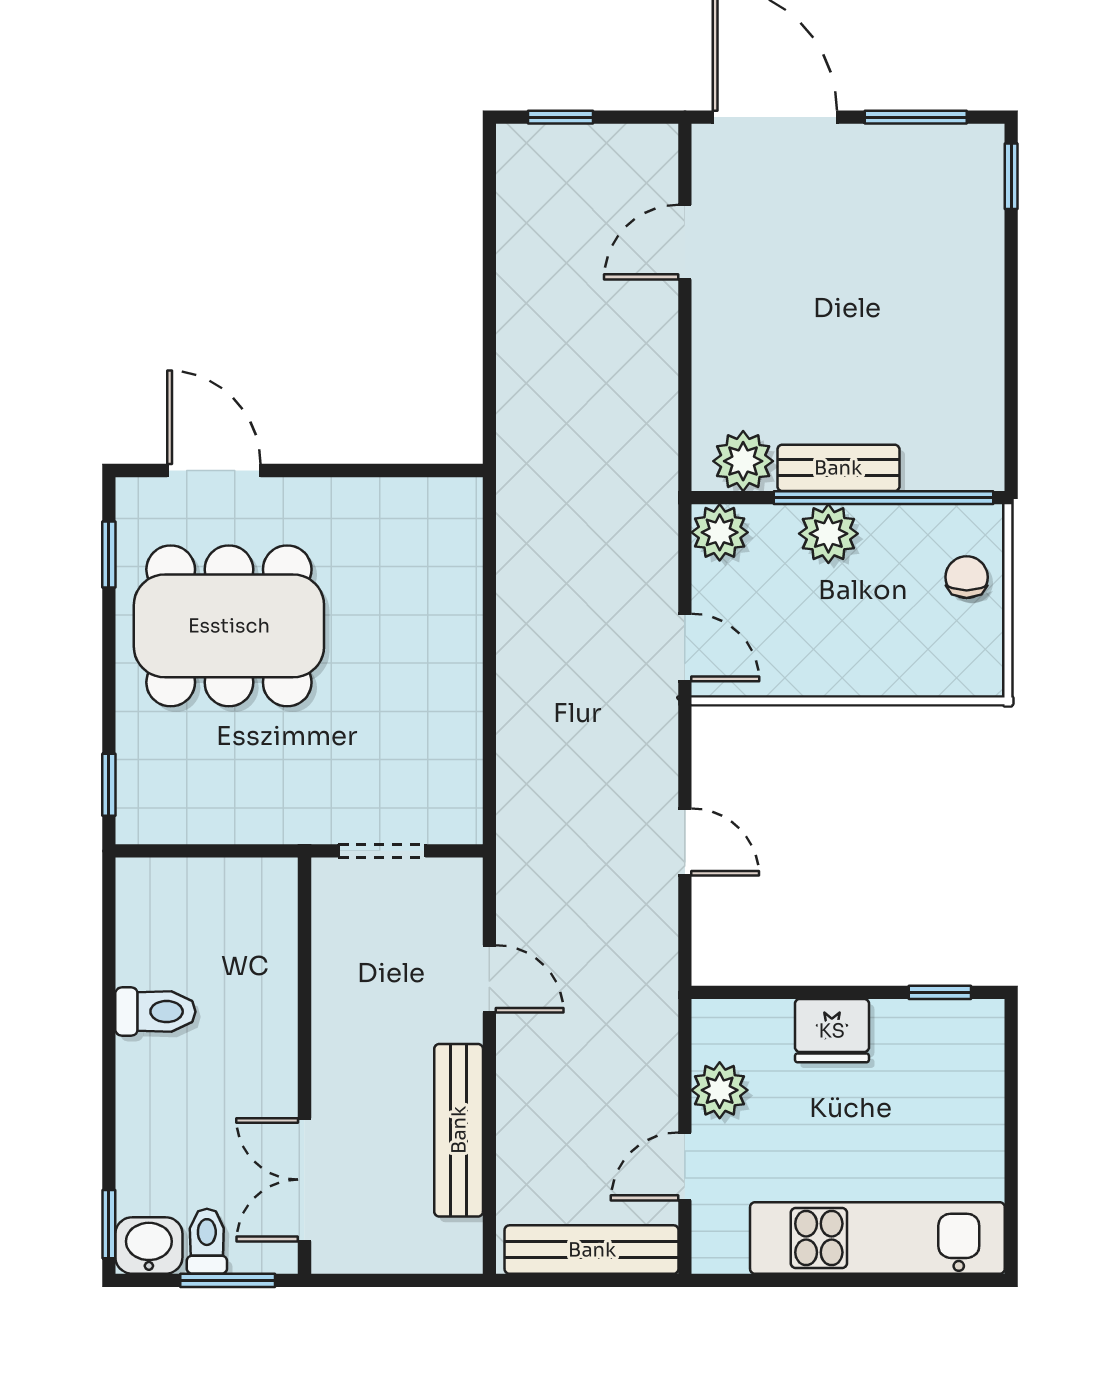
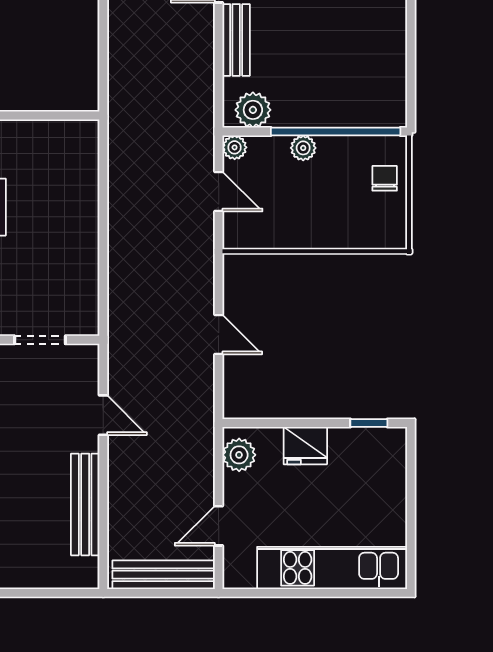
bench: (838, 468) -> (236, 40), moved, turned 90
plant: (720, 532) -> (235, 147), width x0.73, depth x0.73
plant: (828, 534) -> (303, 148), width x0.73, depth x0.73
door: (685, 647) -> (219, 191), moved
plant: (720, 1090) -> (239, 455), moved

